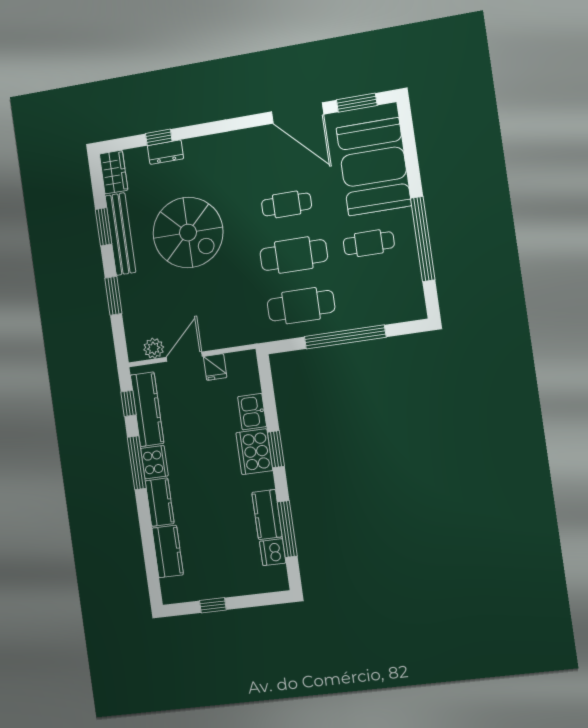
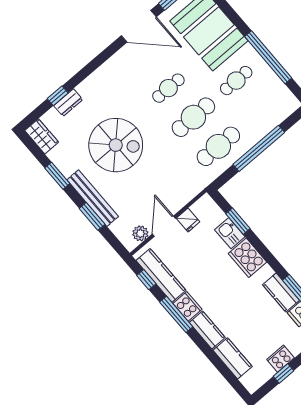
bench: (120, 234) -> (93, 198), moved
window: (276, 449) -> (238, 221), moved
cooker: (220, 587) -> (280, 359), added

